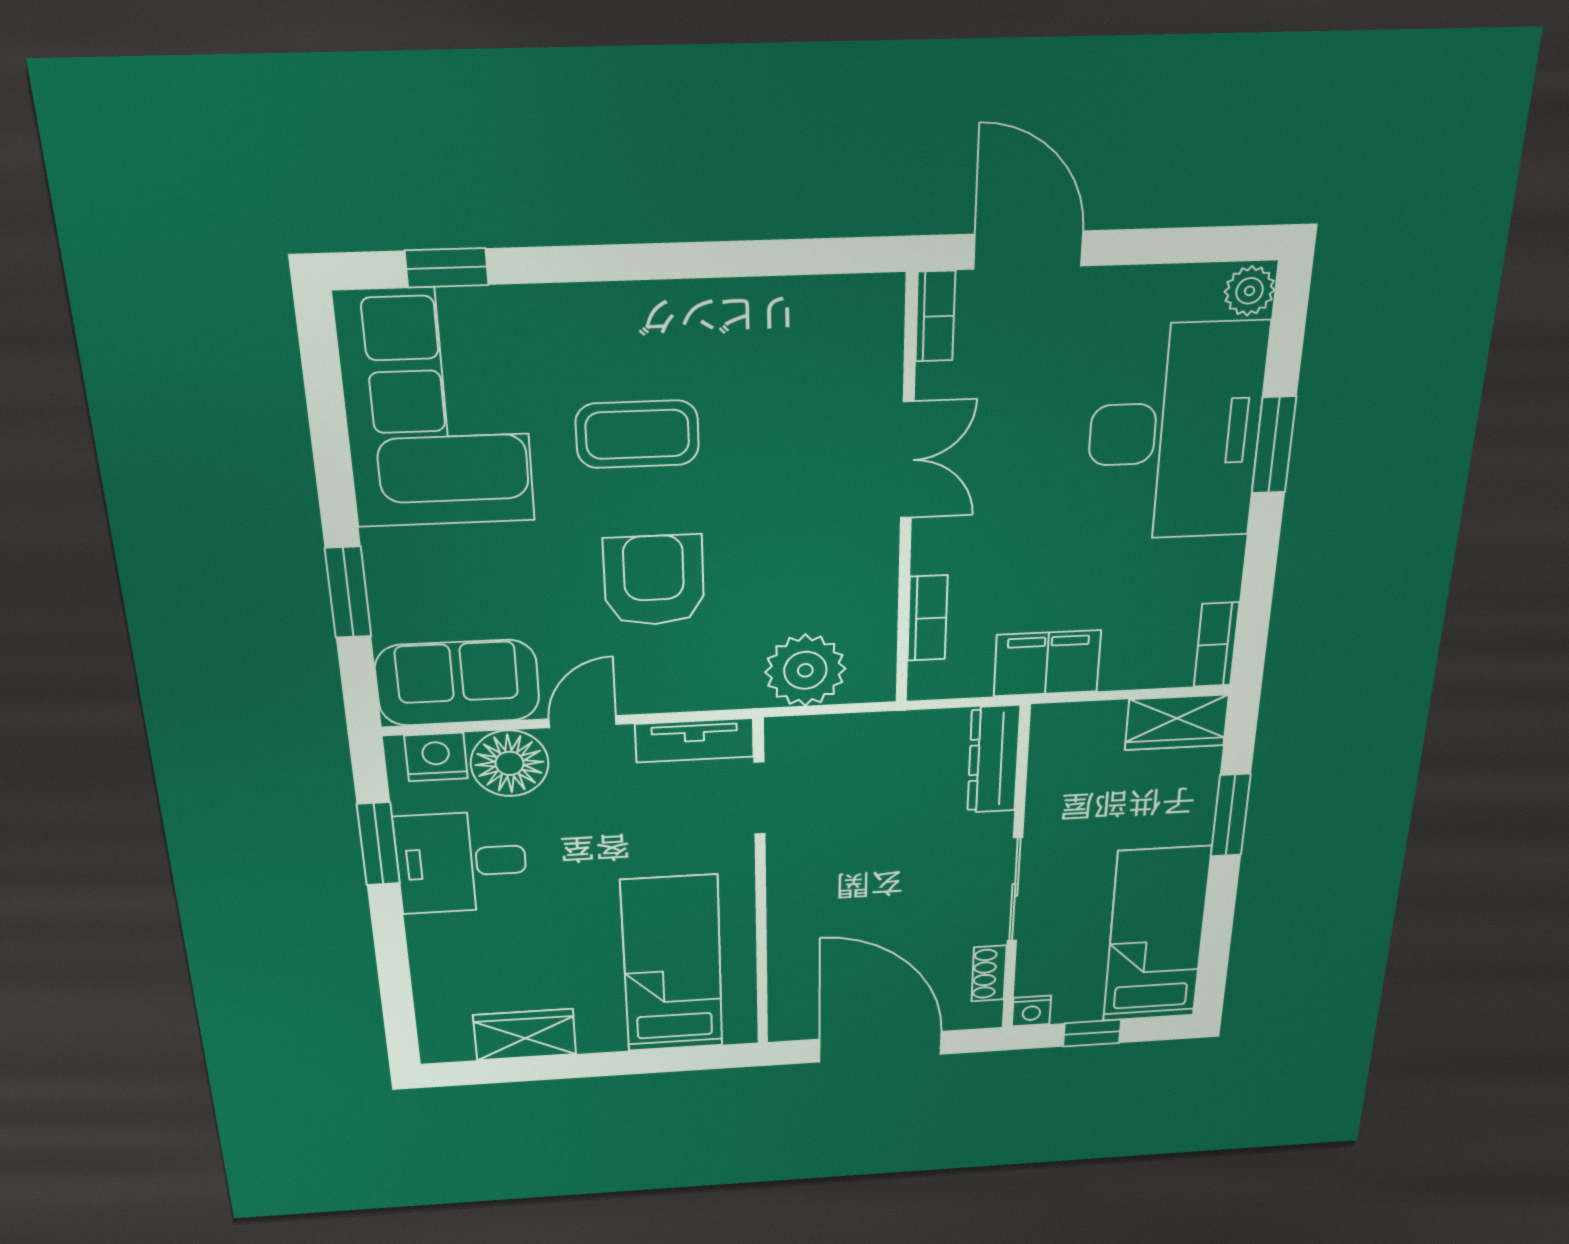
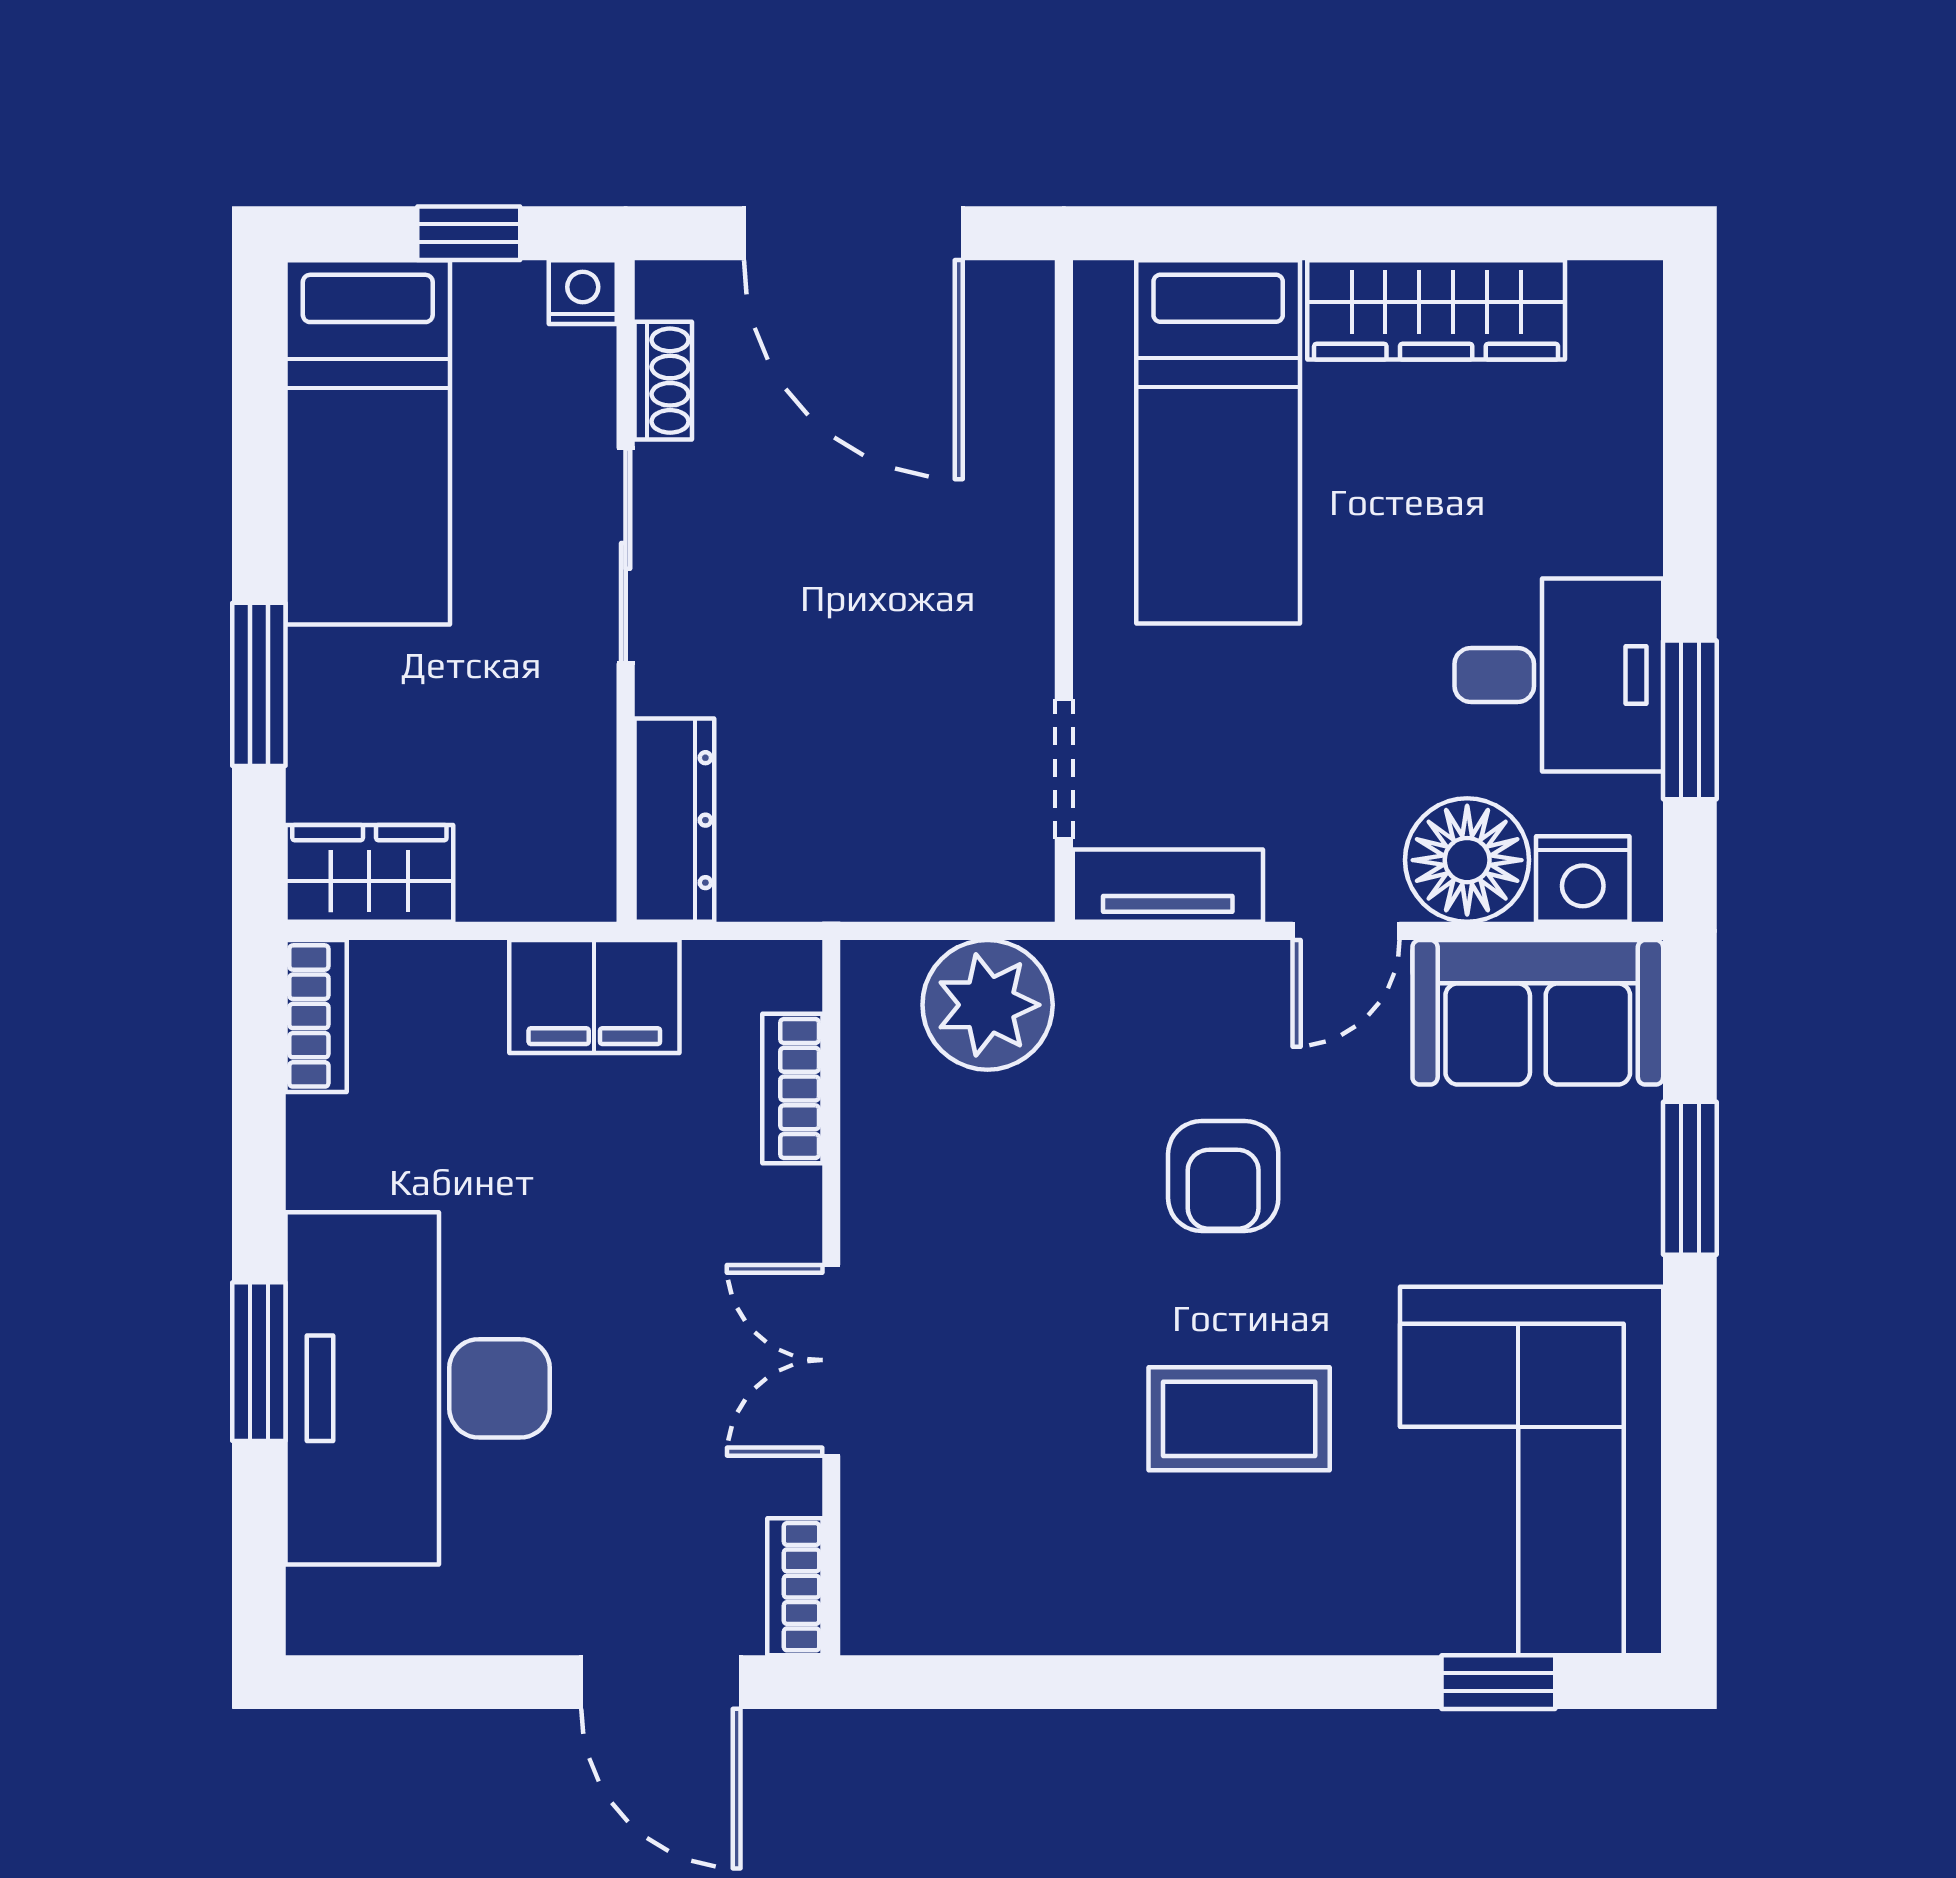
plant: (1250, 291) -> (324, 1610), removed
armchair: (654, 580) -> (1223, 1176), width x0.72, depth x0.72
wardrobe: (525, 1035) -> (1436, 310), width x1.50

